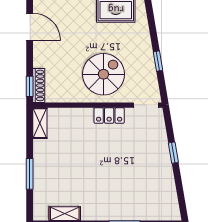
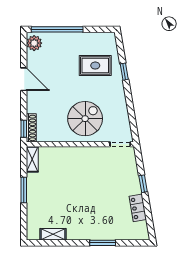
window: (158, 61) -> (124, 72), moved
locker: (109, 116) -> (138, 208), moved, turned 80
window: (30, 174) -> (24, 190), moved

